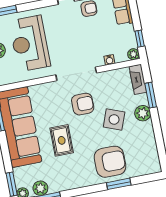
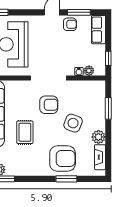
plant: (133, 54) -> (89, 71), moved
fireplace: (138, 79) -> (100, 157), moved
plant: (143, 113) -> (98, 137), moved

